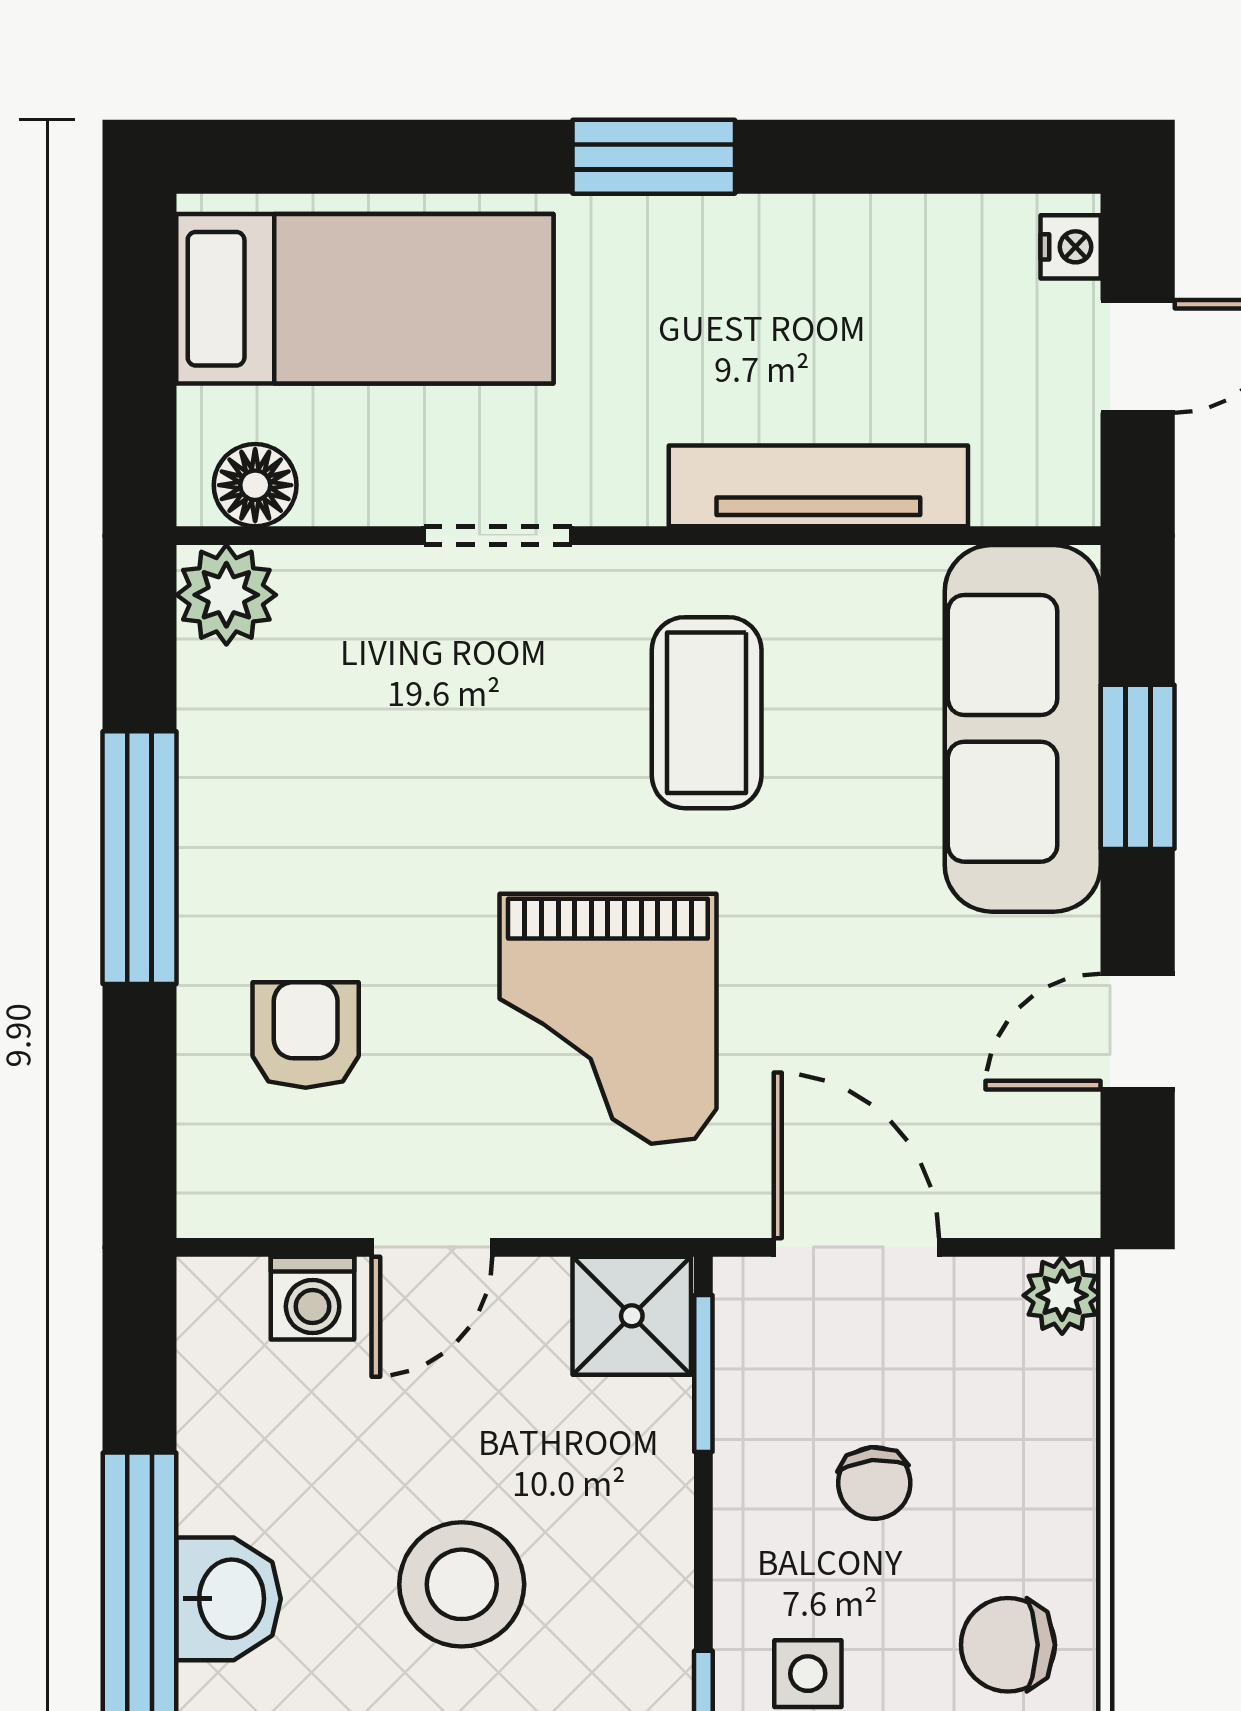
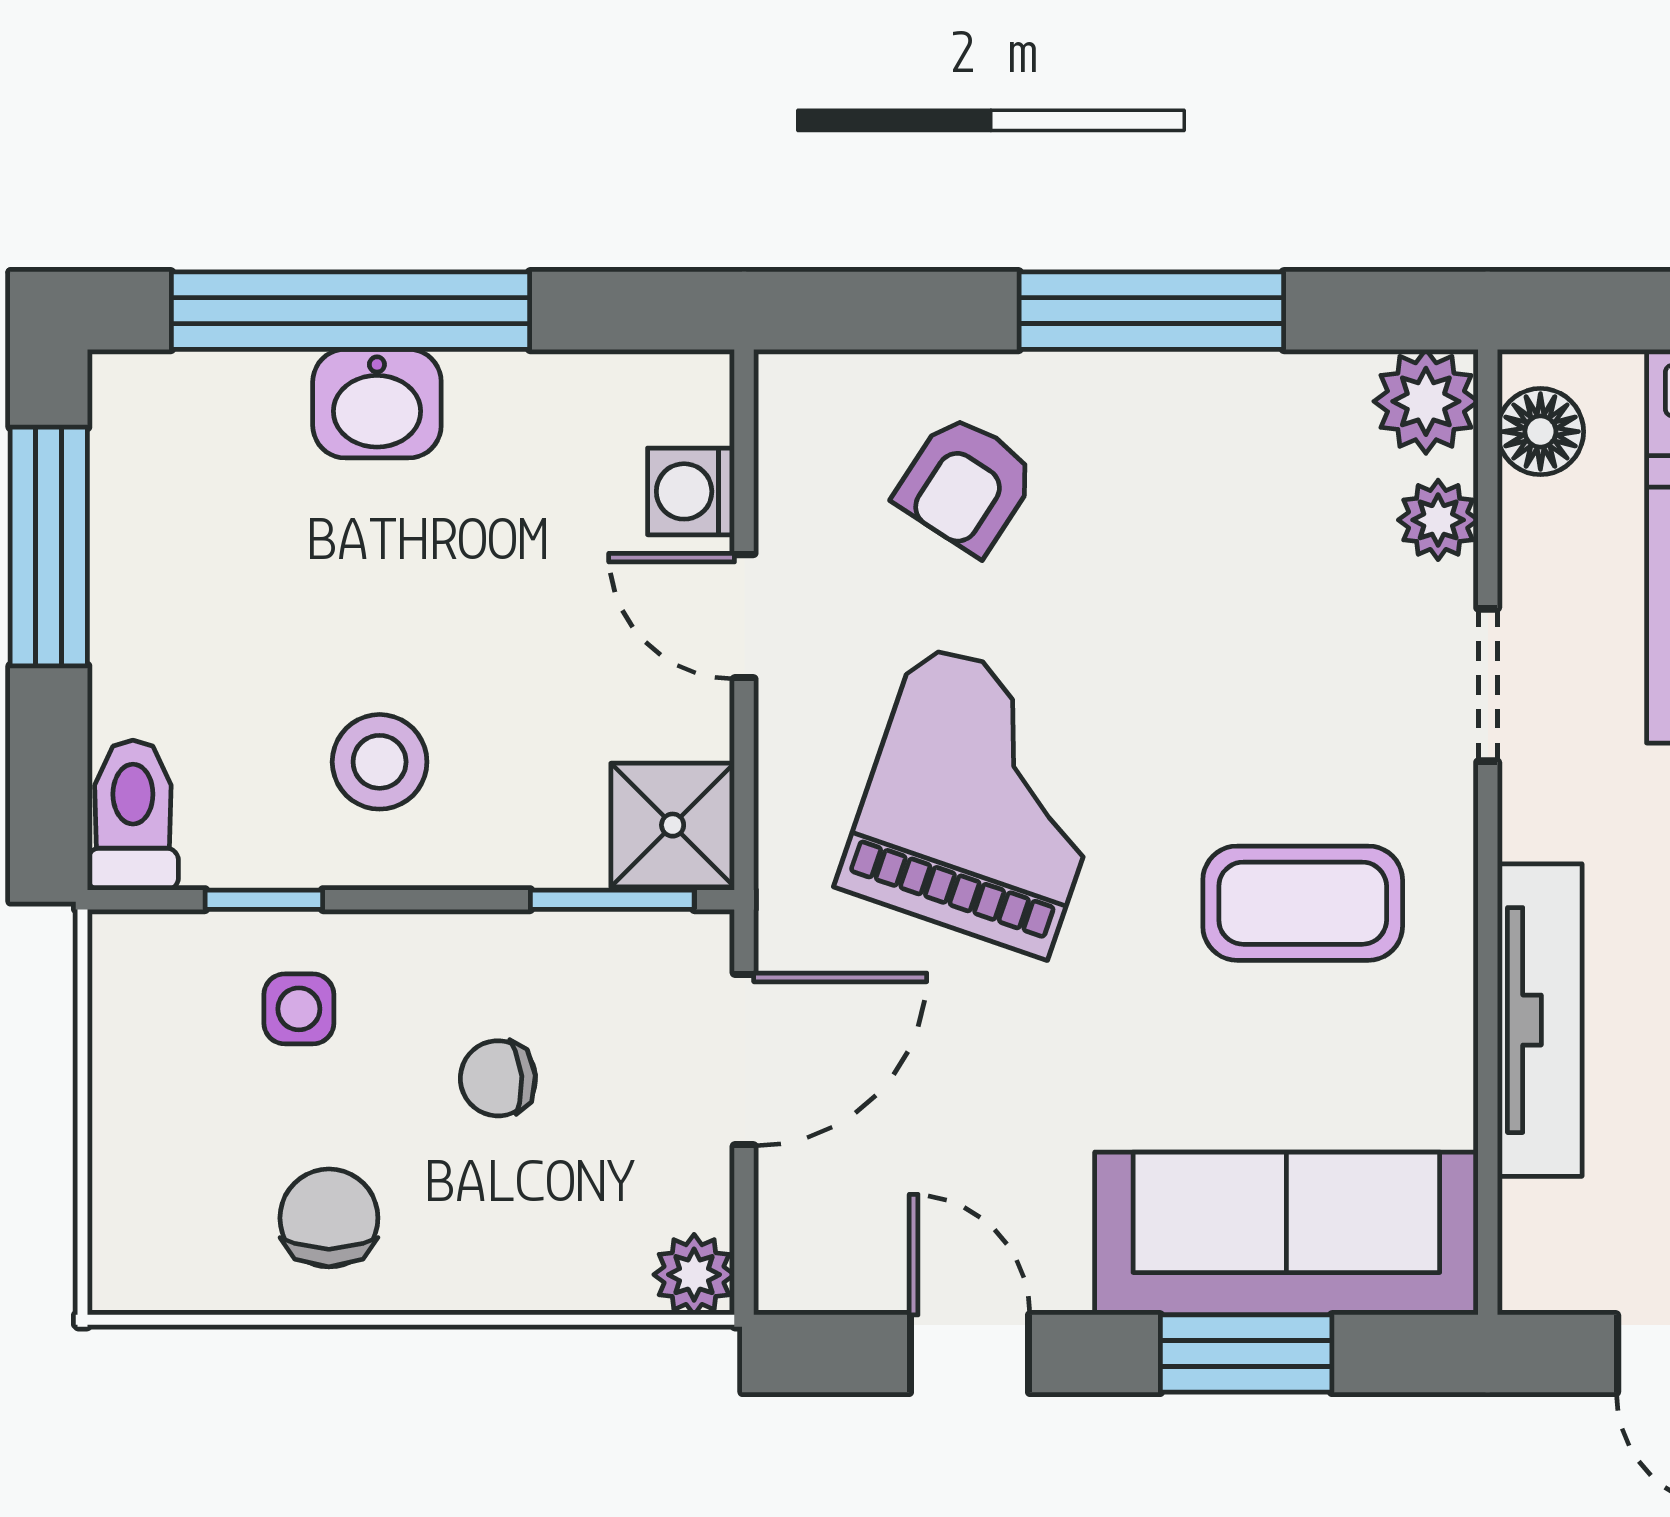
plant: (340, 583) -> (1438, 520), added
grand piano: (608, 1019) -> (983, 800), turned 109
armchair: (306, 1035) -> (966, 484), turned 123
stool: (462, 1584) -> (380, 762), moved, width x0.73, depth x0.73

